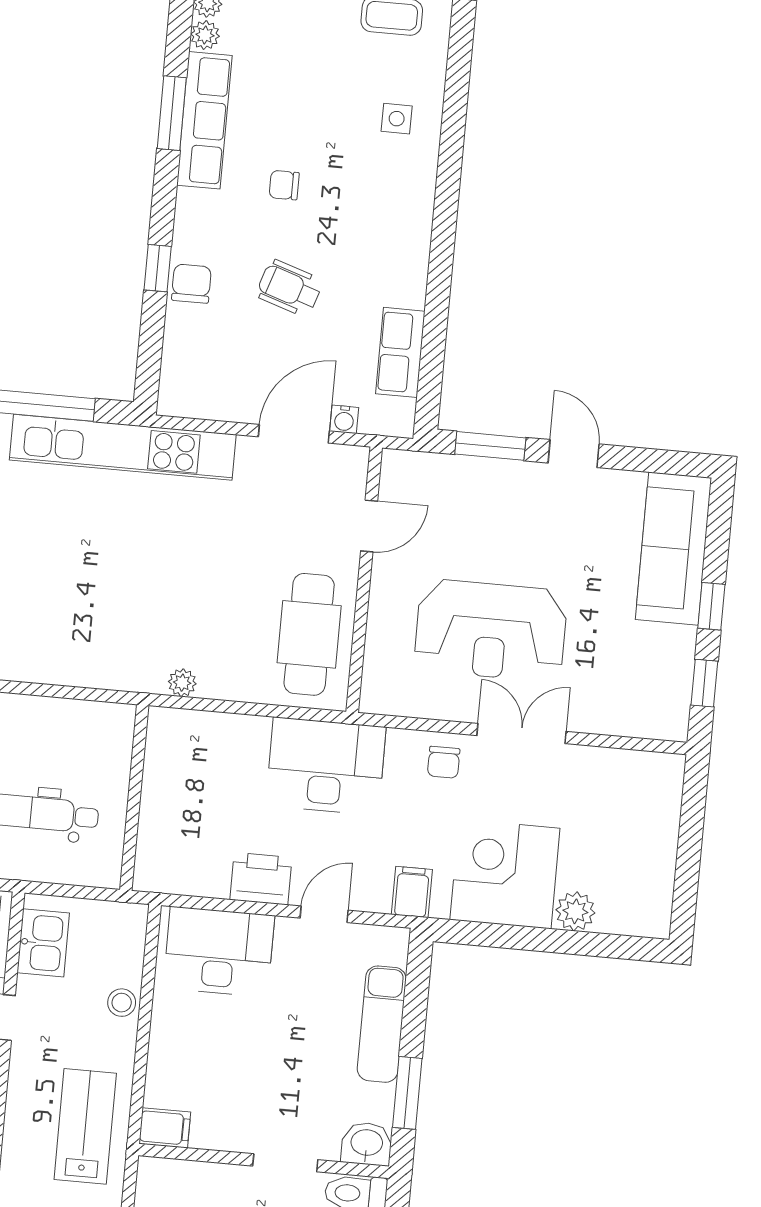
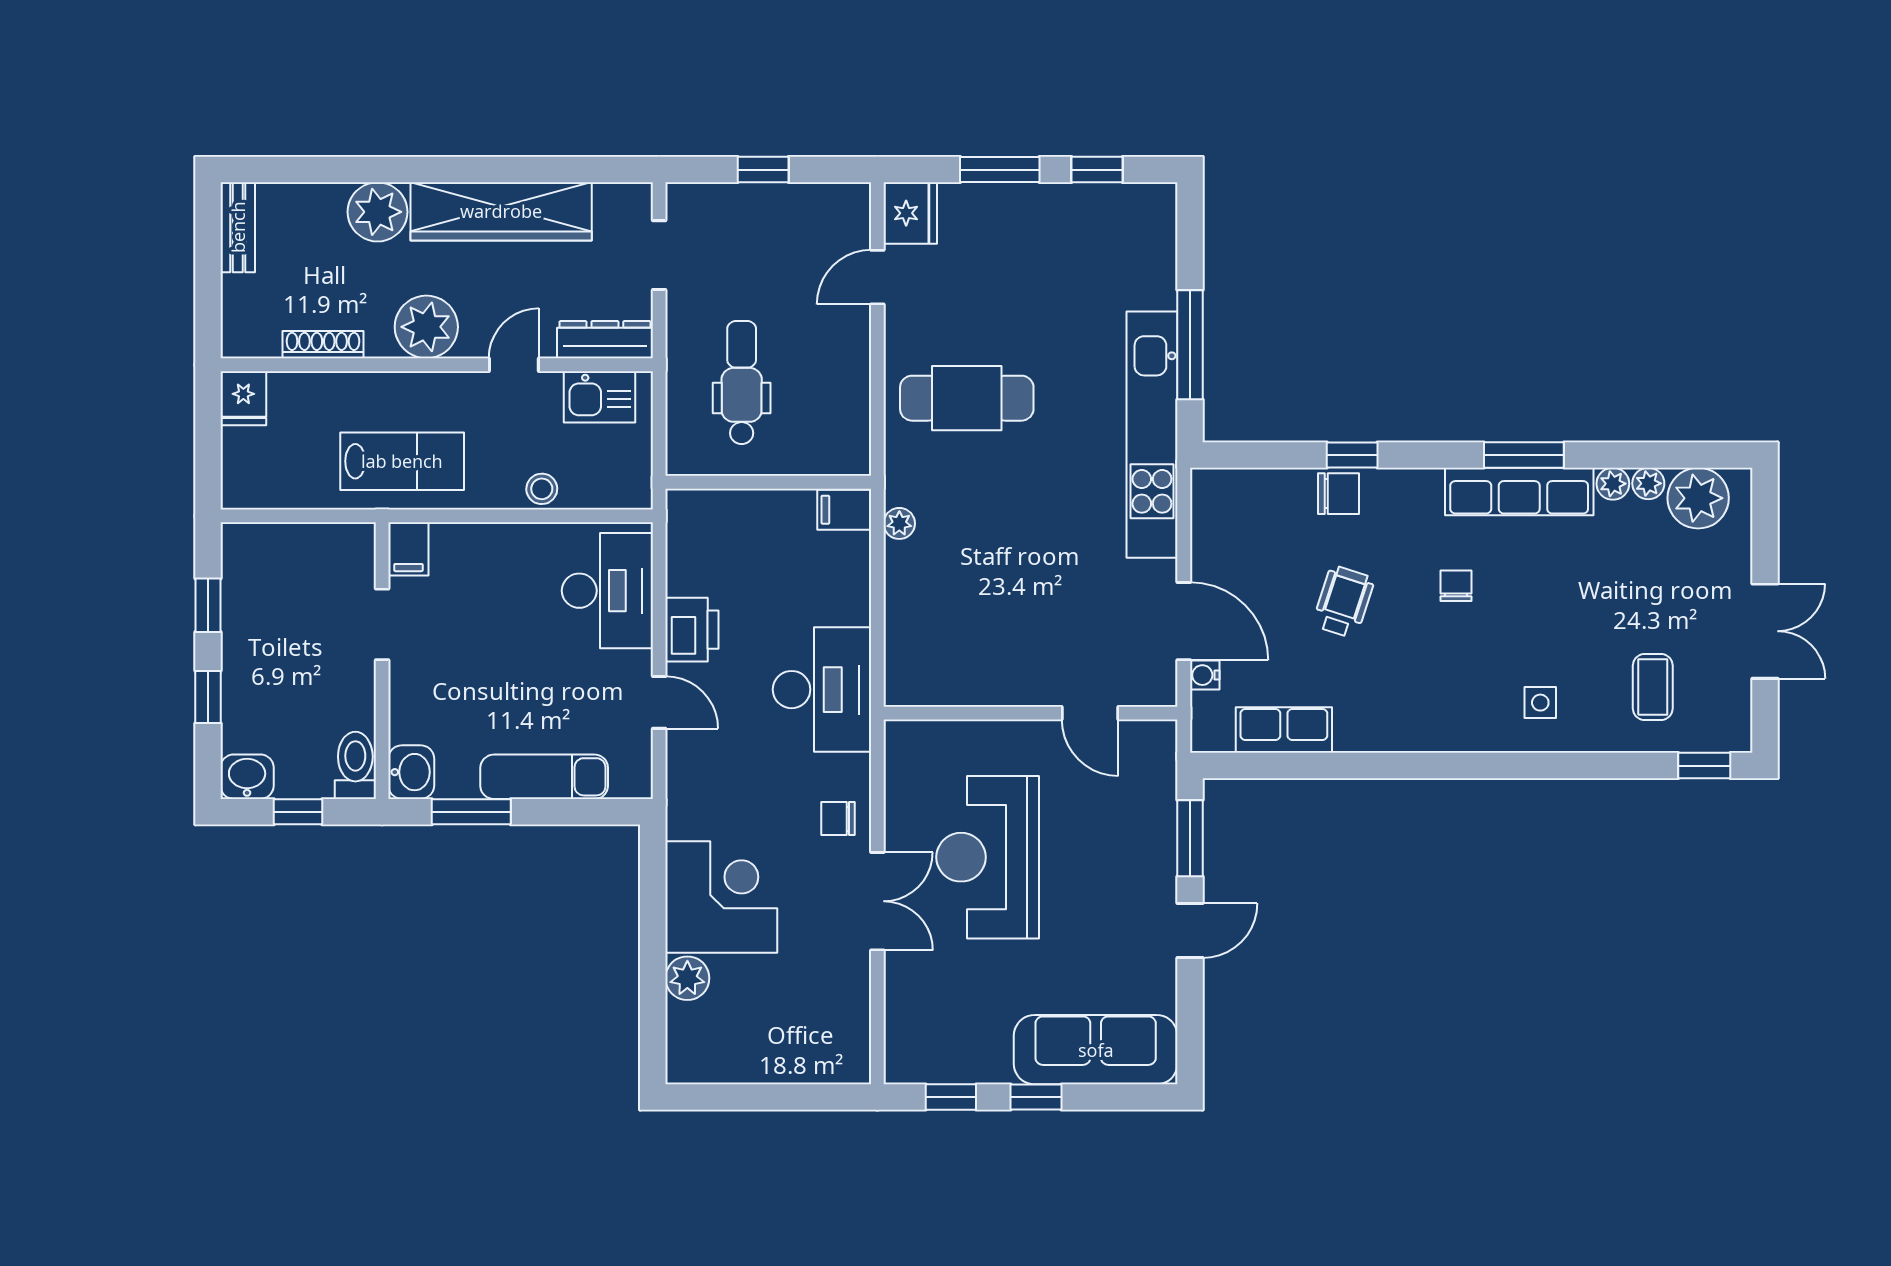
cafe table: (309, 634) -> (967, 398), moved
filing cabinet: (412, 892) -> (844, 510), moved, turned 180
doorway: (285, 1163) -> (382, 624), moved

